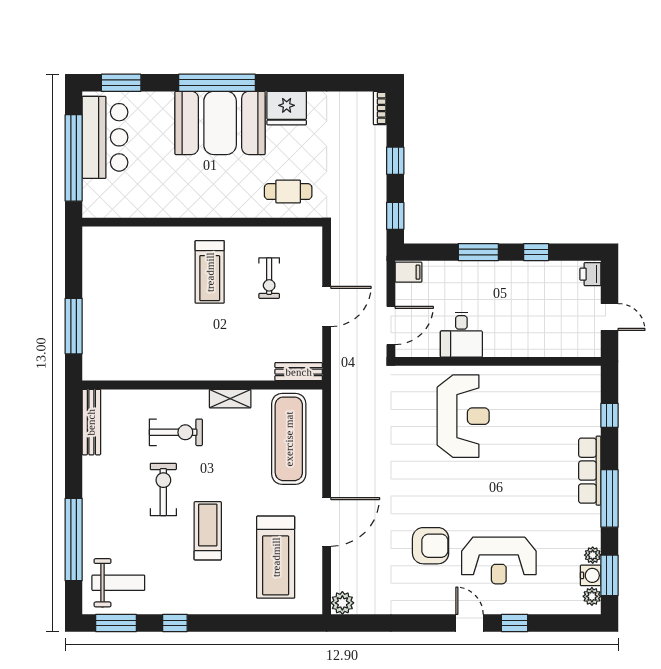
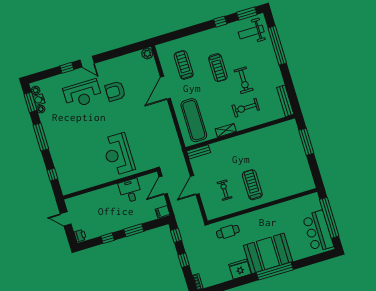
window: (121, 83) -> (318, 258), removed
row of seats: (590, 471) -> (54, 147), removed
treadmill: (276, 557) -> (184, 65), width x0.73, depth x0.73
reception desk: (499, 561) -> (82, 94), turned 180

